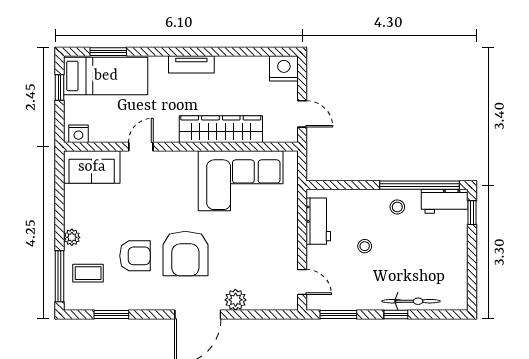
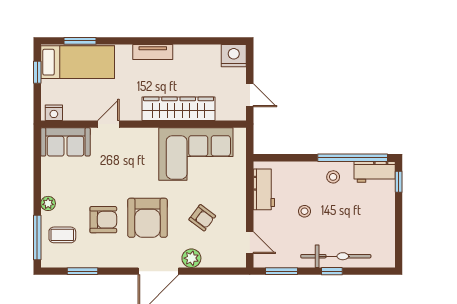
armchair: (248, 254) -> (202, 218), added
bicycle: (411, 301) -> (336, 256), width x1.37, depth x1.40

